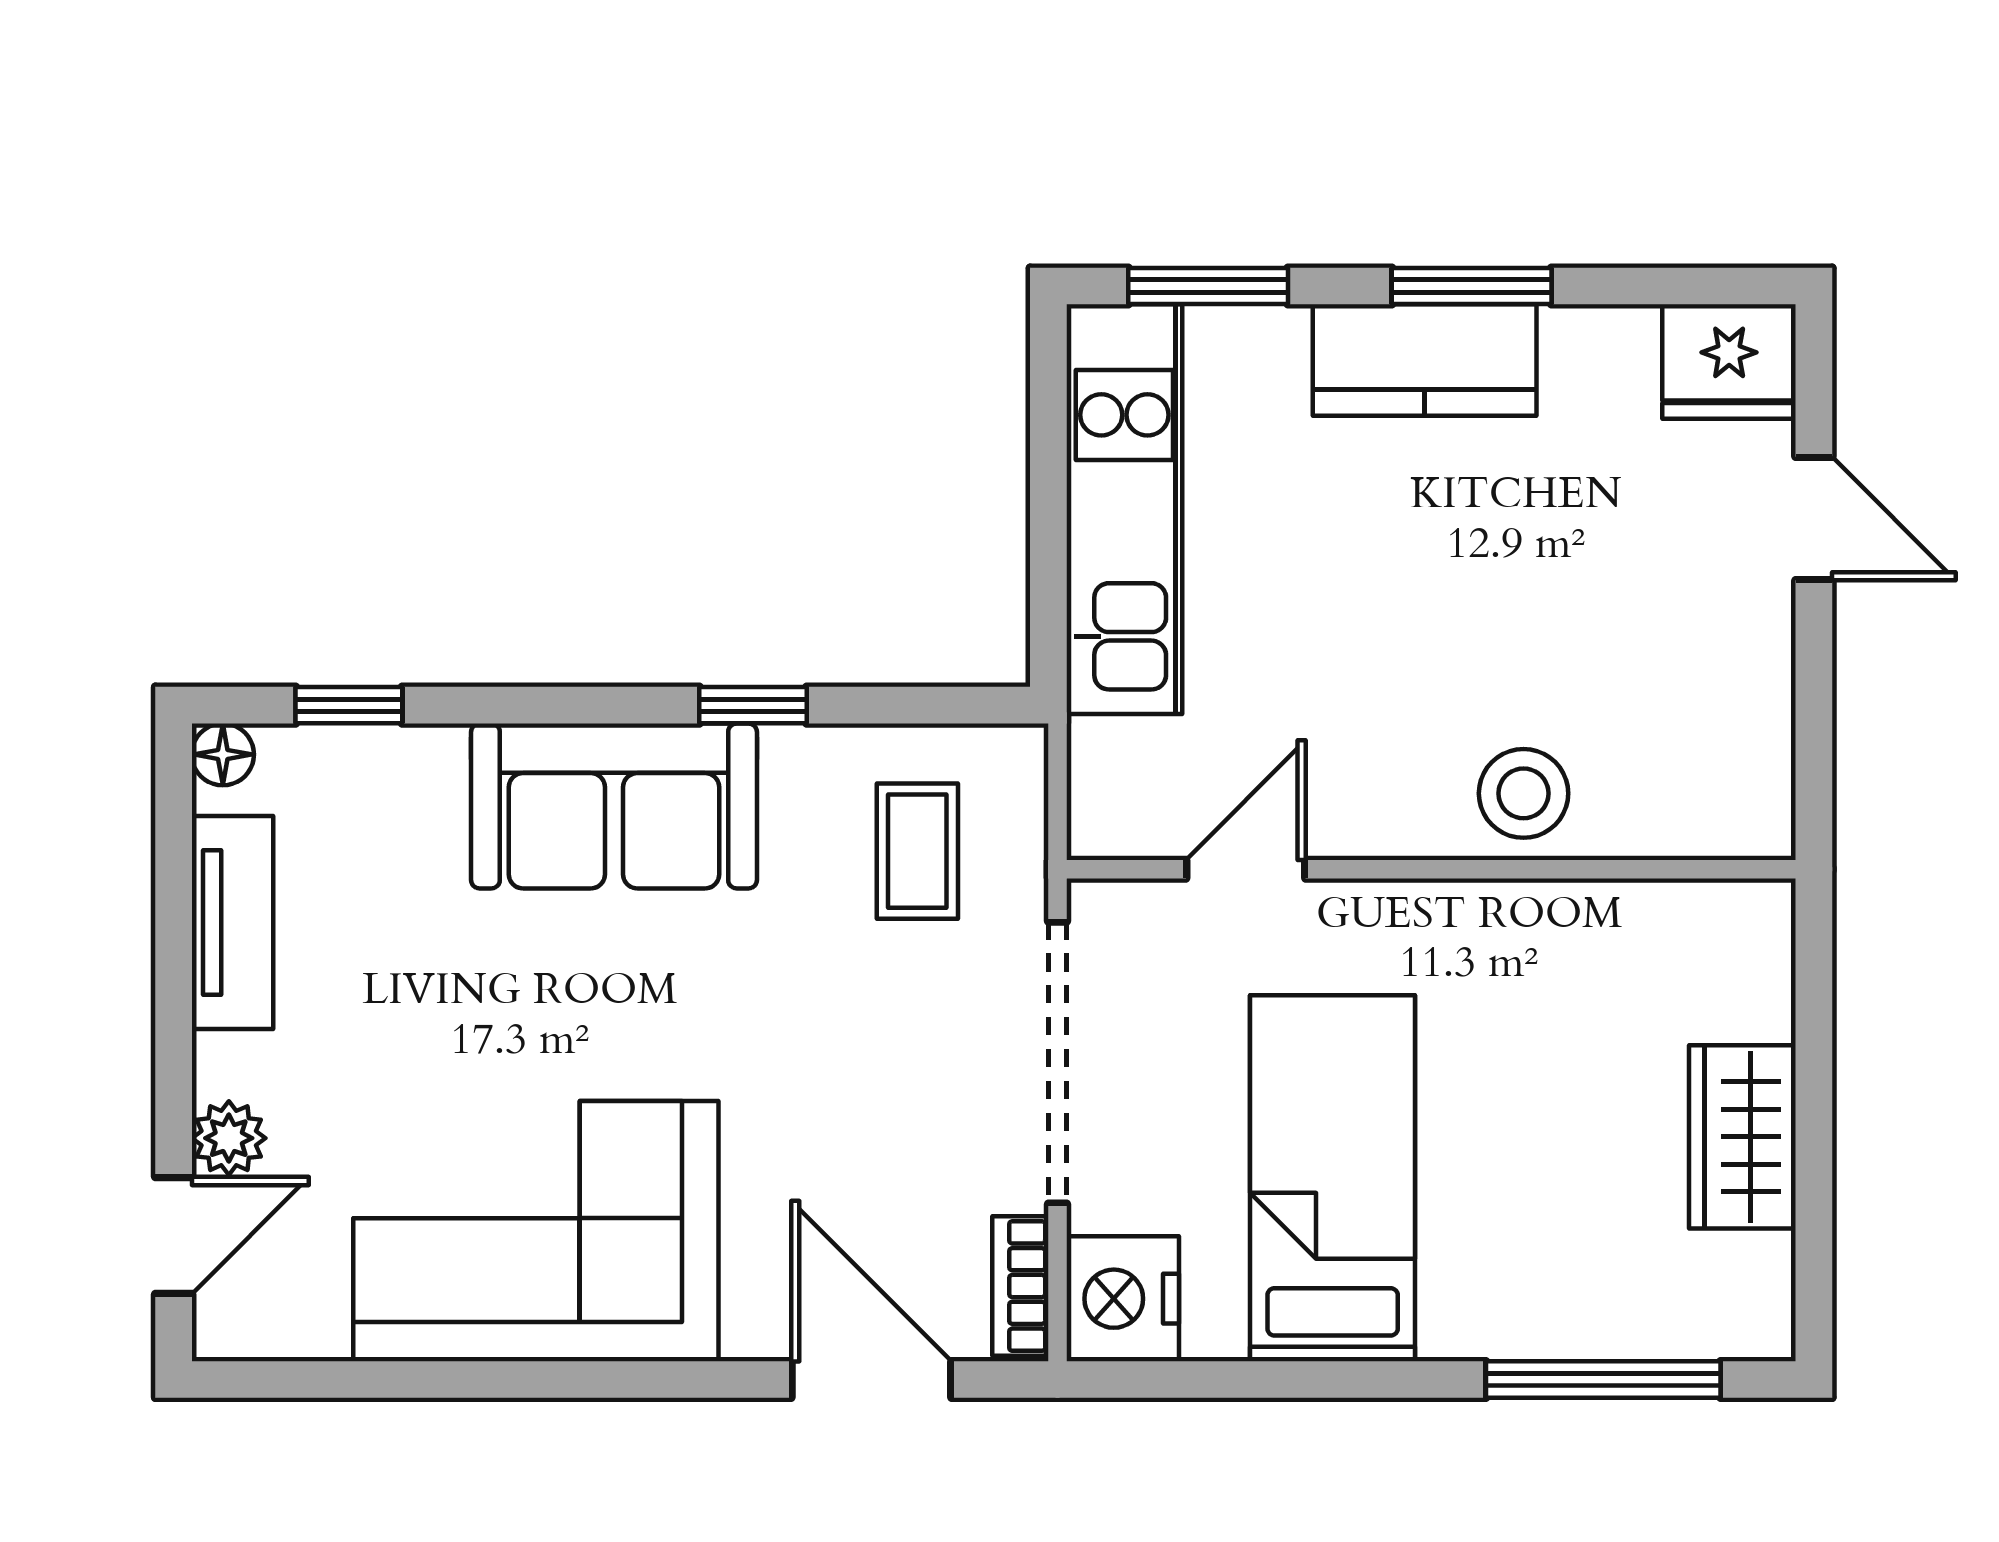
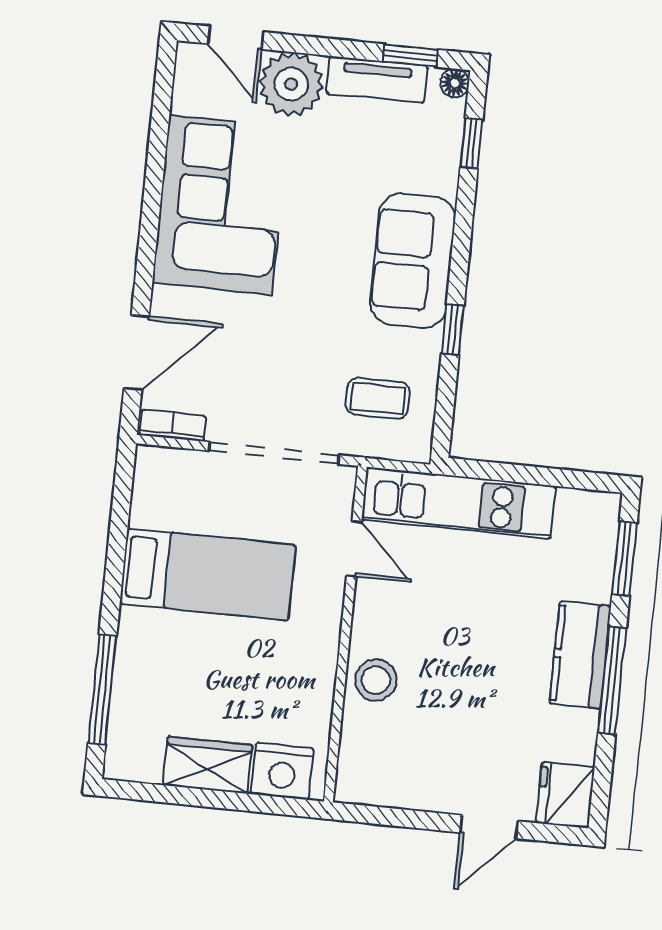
window: (1472, 286) -> (612, 680), width x1.44
kitchen unit: (1124, 509) -> (458, 503), moved
window: (174, 856) -> (410, 55), added
plant: (229, 1138) -> (291, 84), width x1.87, depth x1.87
nightstand: (1123, 1299) -> (282, 771), moved, turned 180

